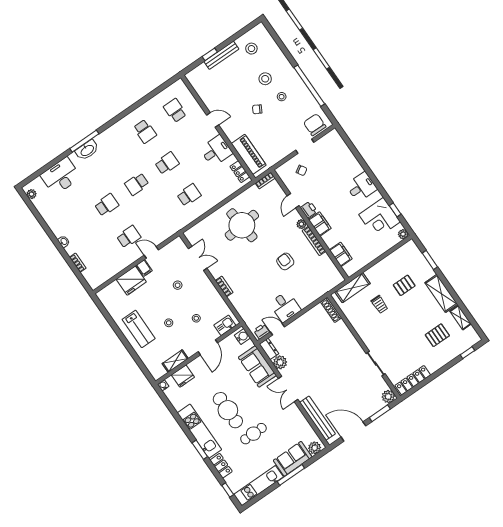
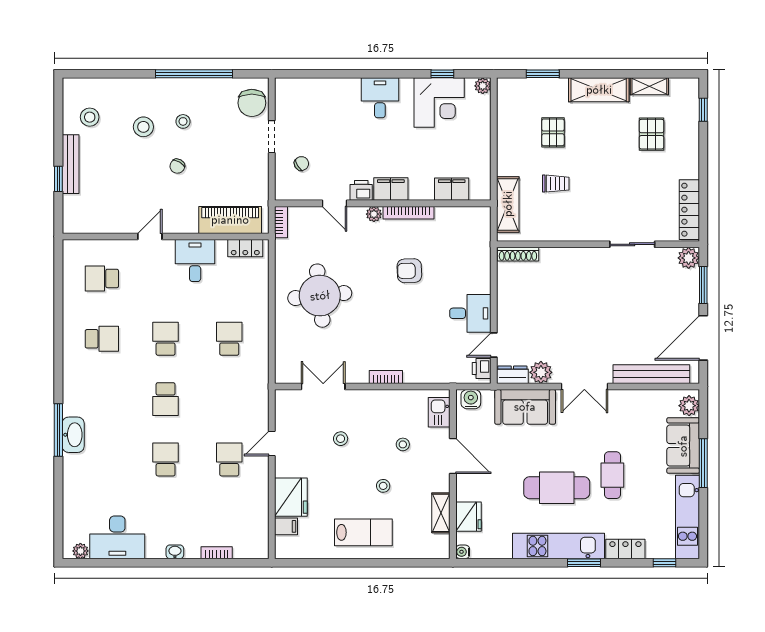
chair: (315, 125) -> (252, 103), turned -90
desk: (61, 176) -> (117, 537), moved, turned -90
filing cabinet: (144, 268) -> (286, 526), moved

